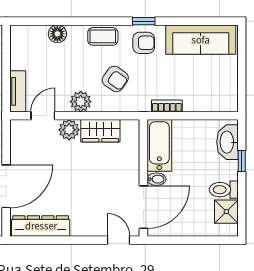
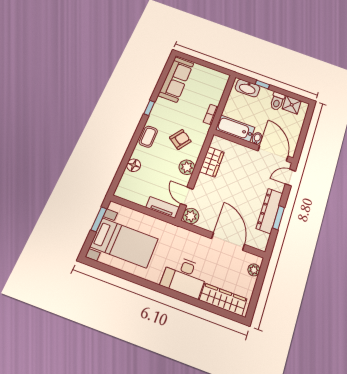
armchair: (144, 43) -> (164, 113), removed
plant: (69, 130) -> (191, 216), moved
dresser: (41, 226) -> (270, 211), moved
window: (59, 240) -> (279, 218), added

